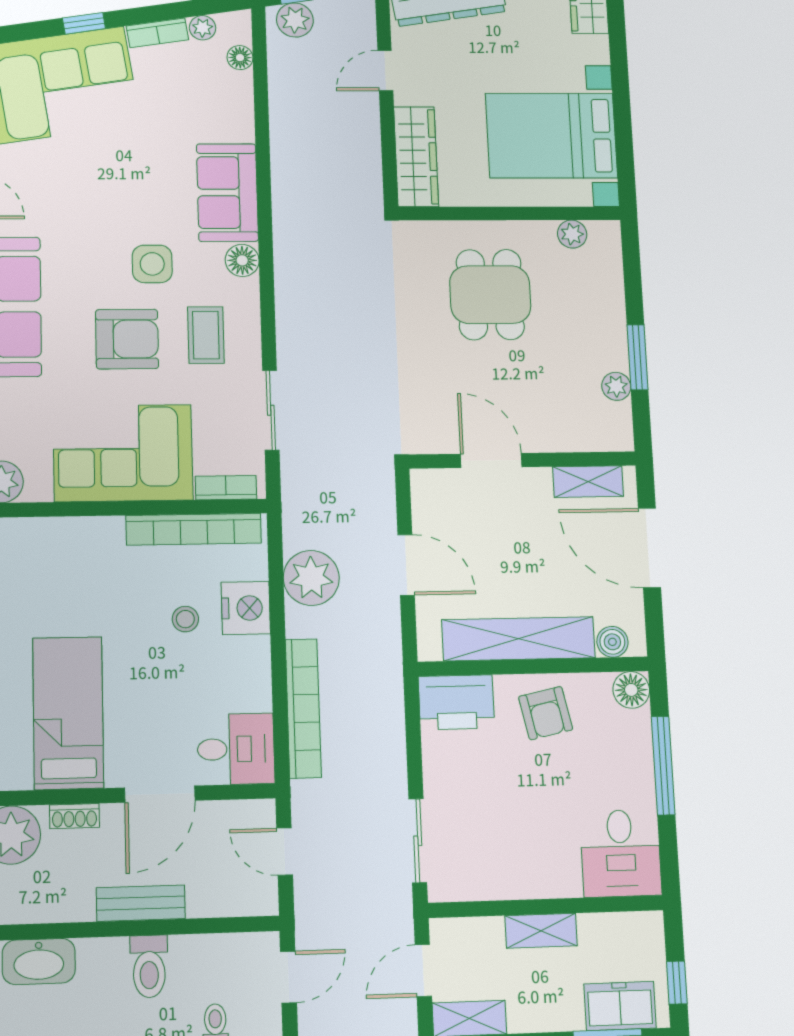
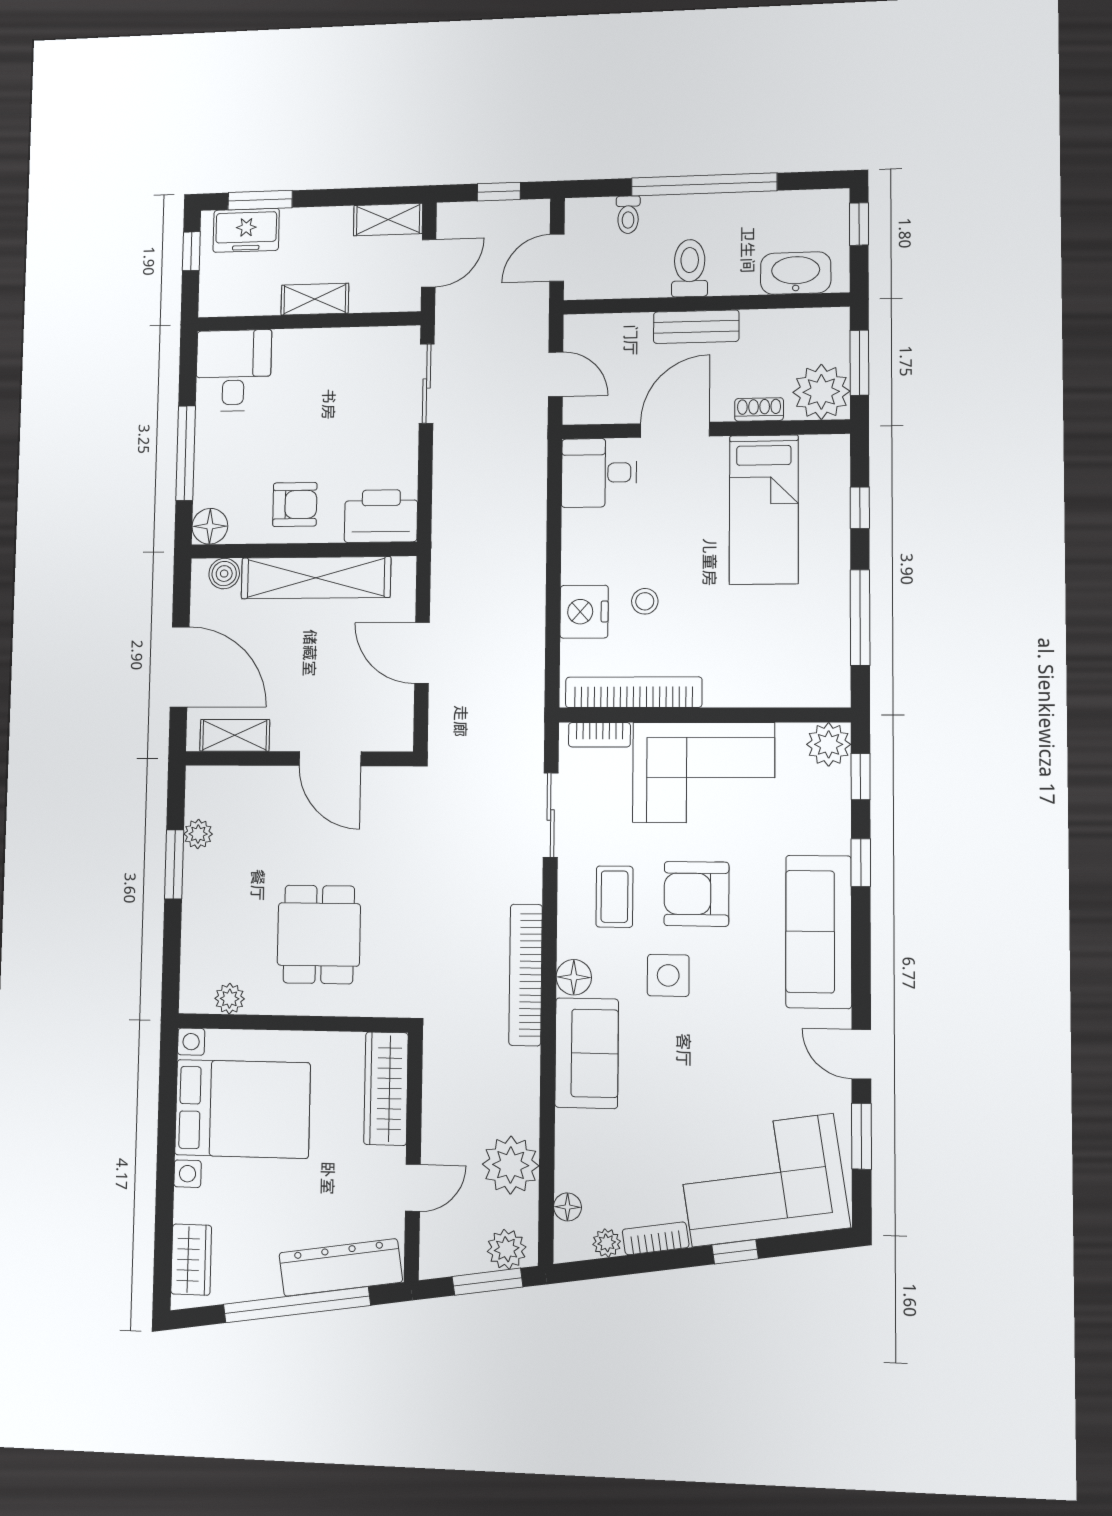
plant: (311, 578) -> (511, 1165), moved
bookcase: (303, 708) -> (526, 975), moved
armchair: (546, 713) -> (295, 505), turned 102

